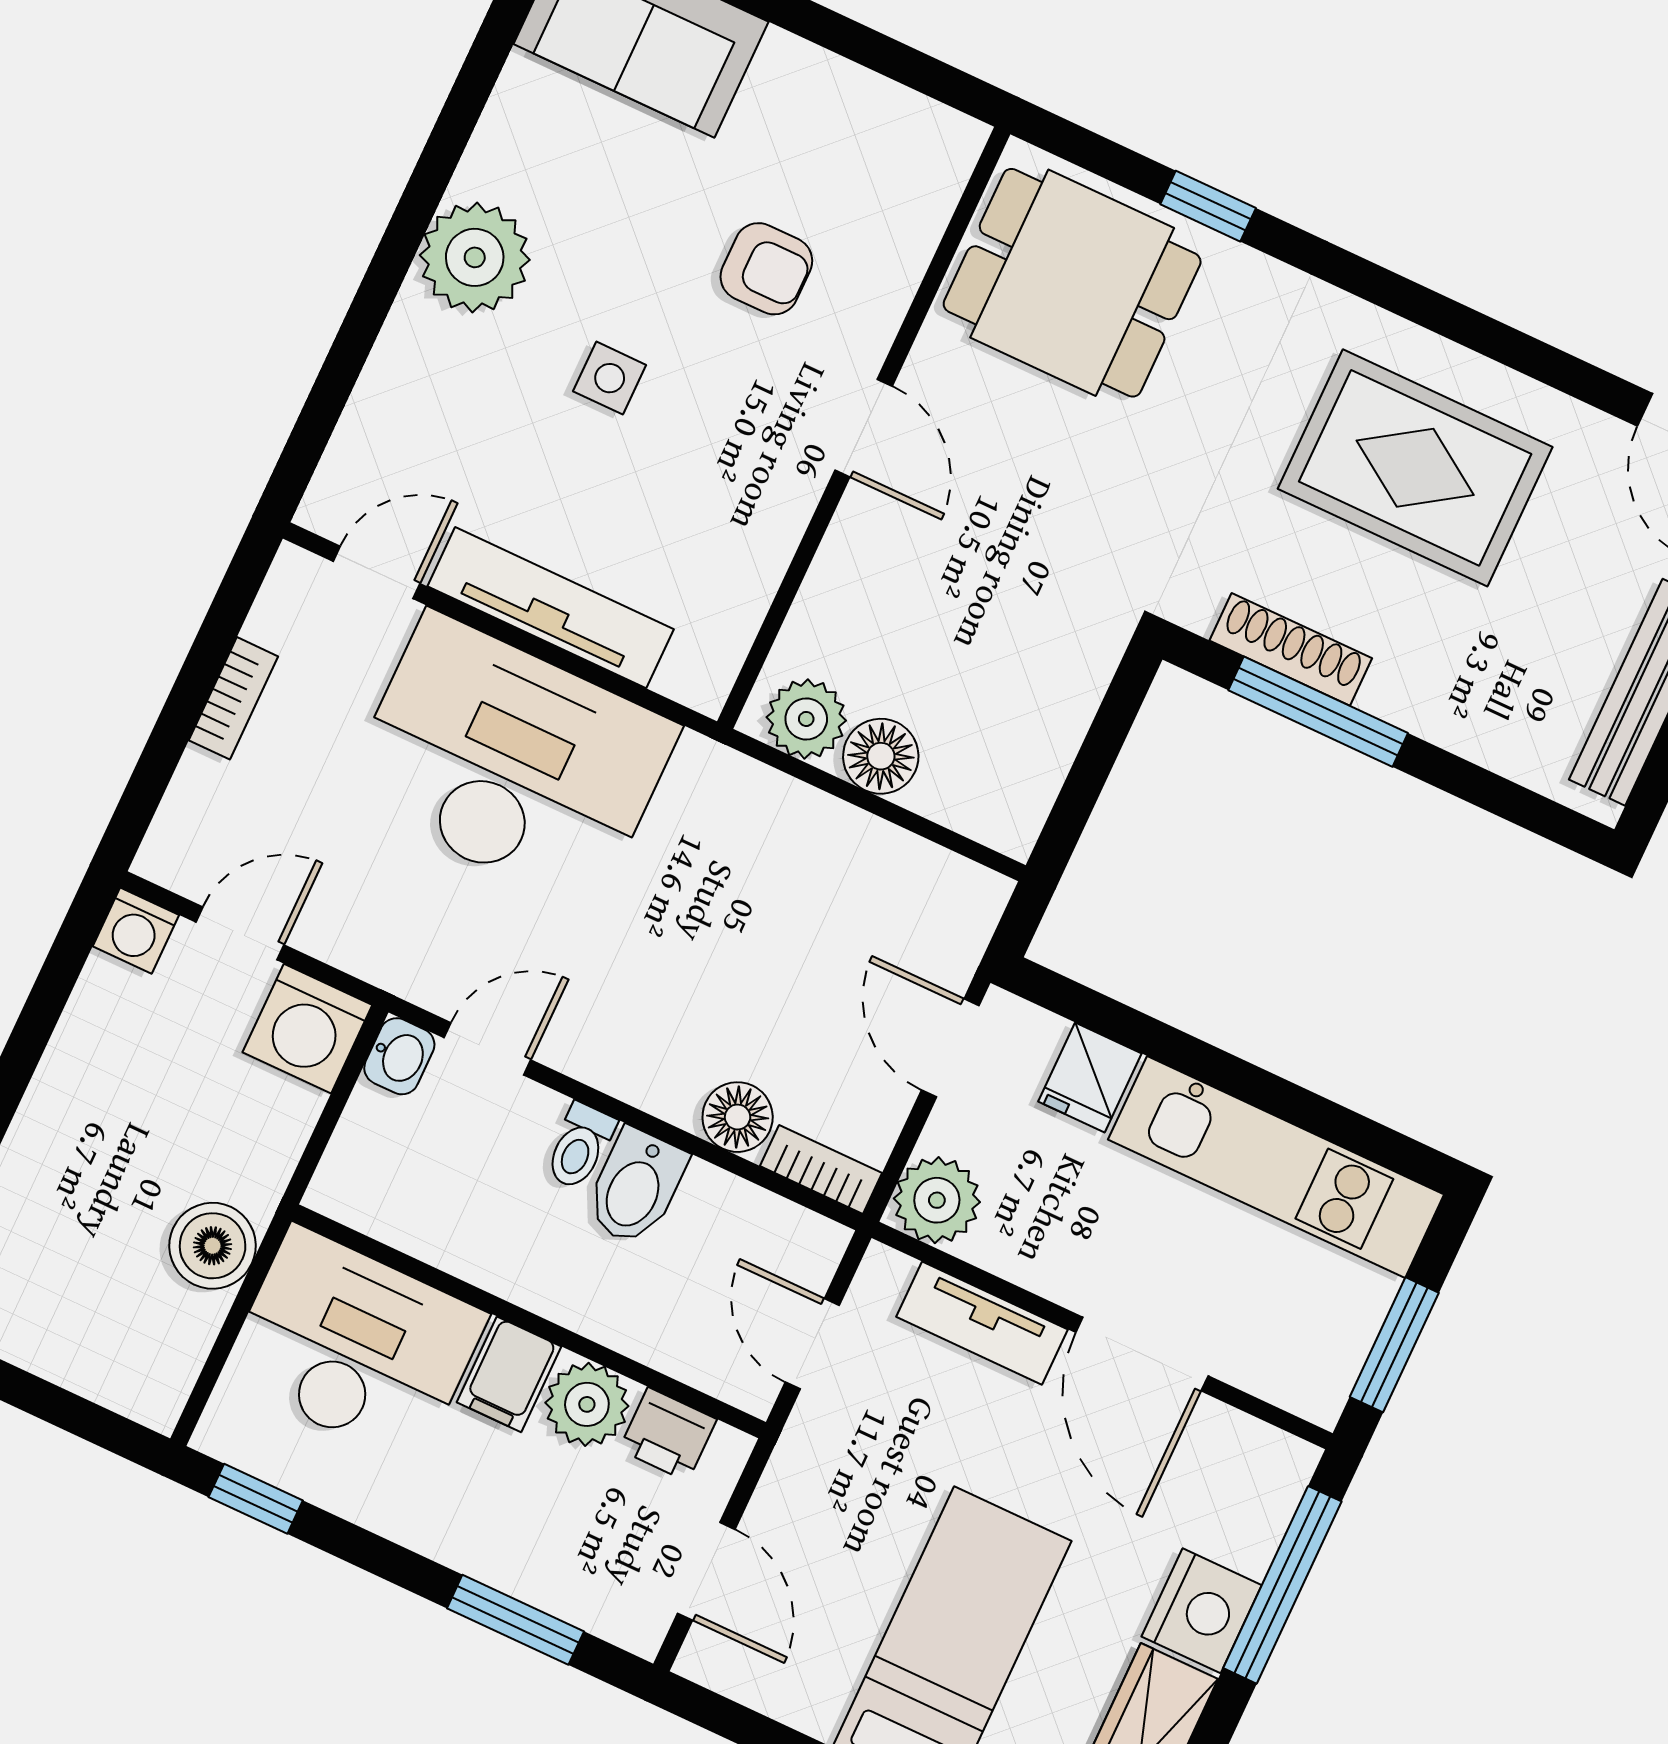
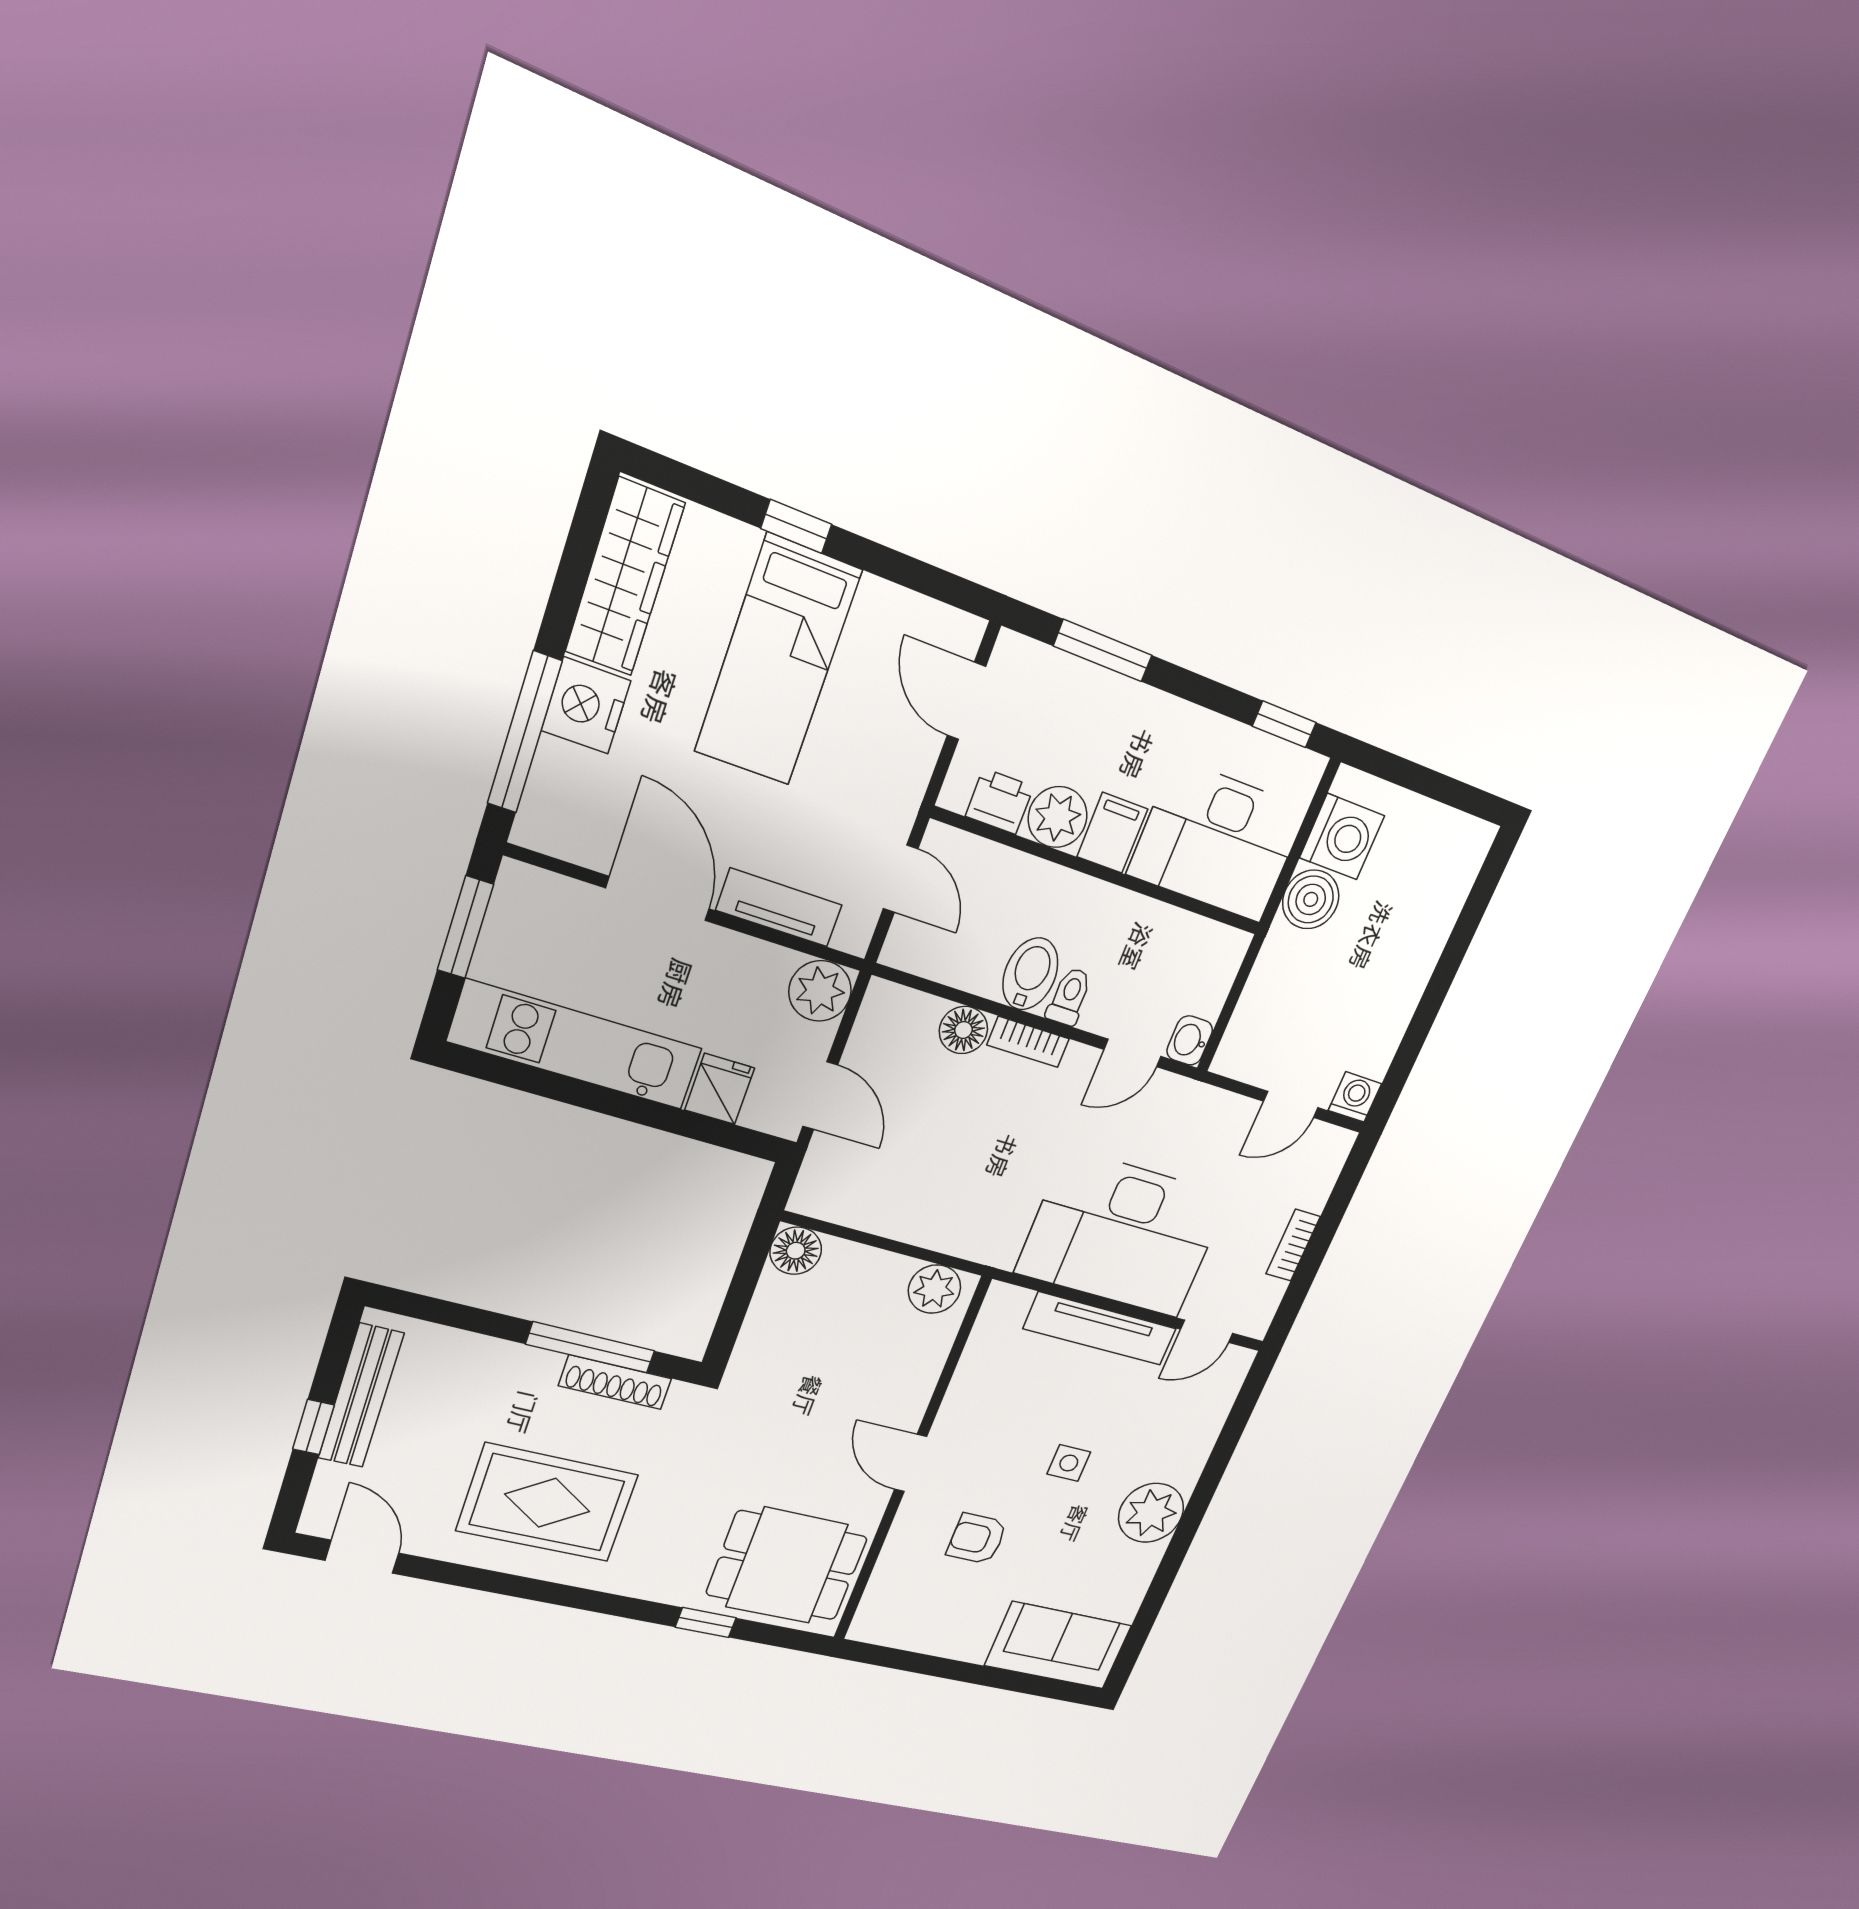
floor lamp: (881, 756) -> (796, 1251), moved
washing machine: (307, 1029) -> (1342, 837), moved, turned 90
bookcase: (821, 1169) -> (1028, 1042), moved

